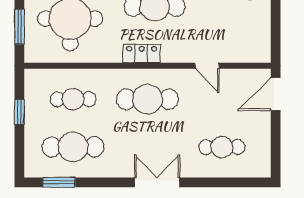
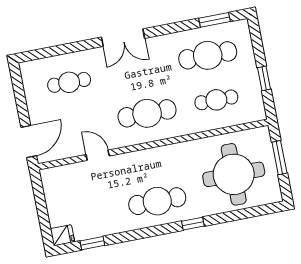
locker: (142, 53) -> (161, 155), removed

